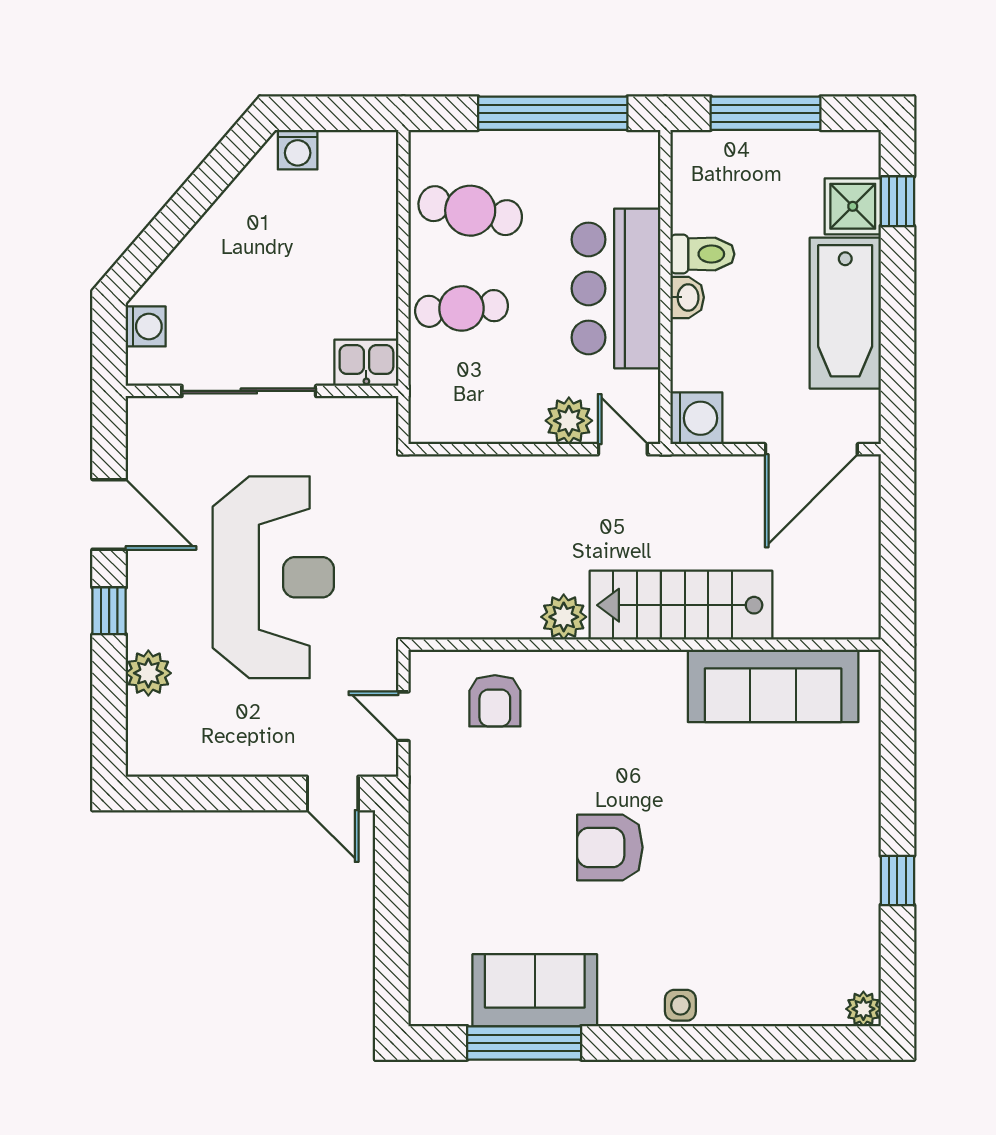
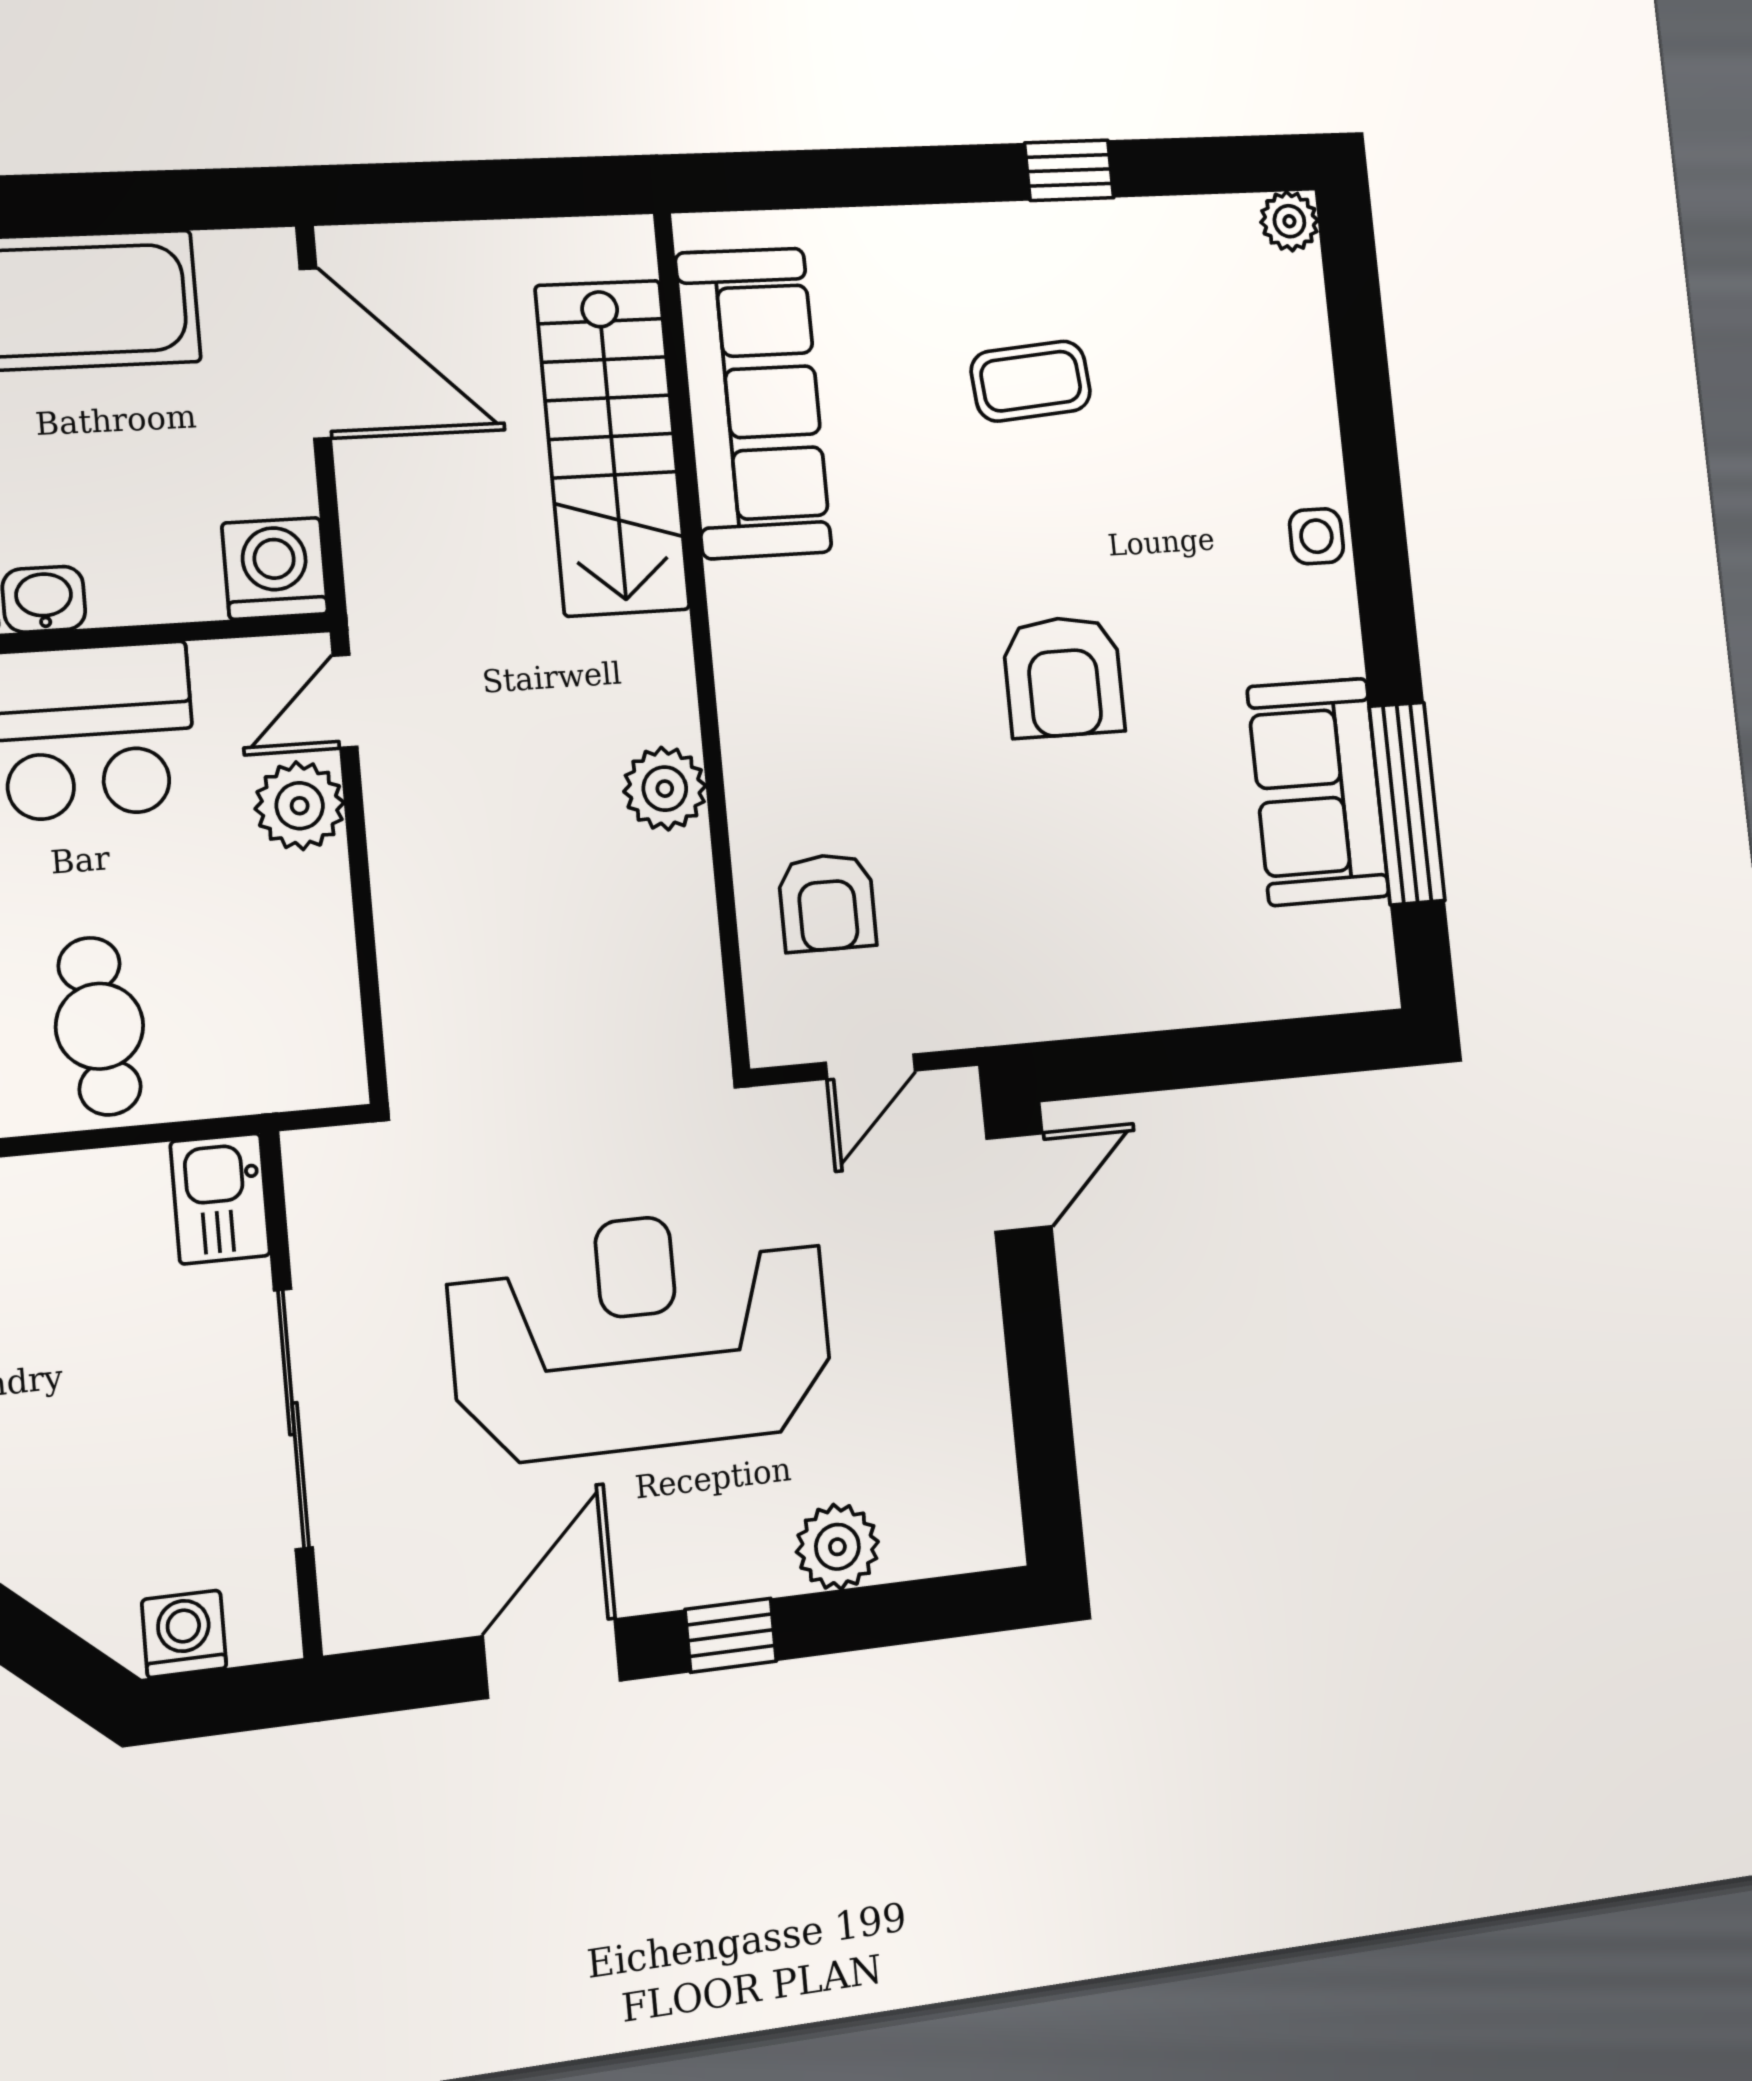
stairs: (681, 605) -> (612, 447), moved
armchair: (495, 701) -> (827, 902), turned 90
coffee table: (778, 846) -> (1031, 381), added

